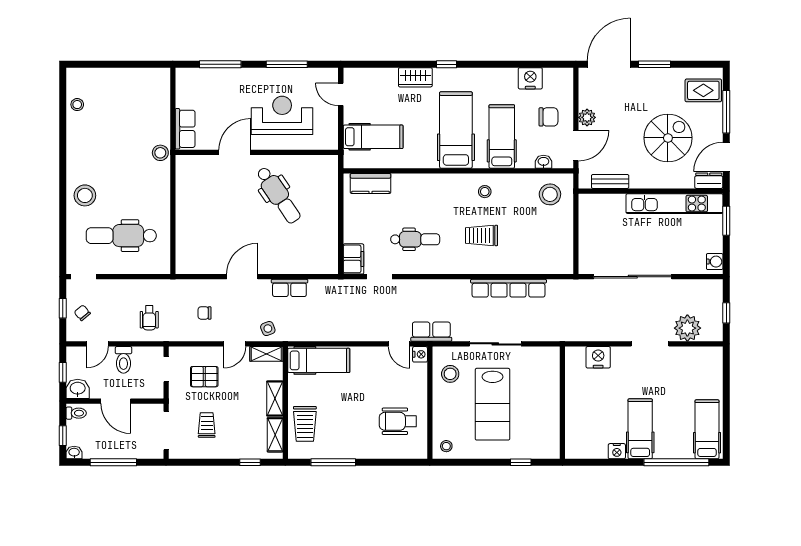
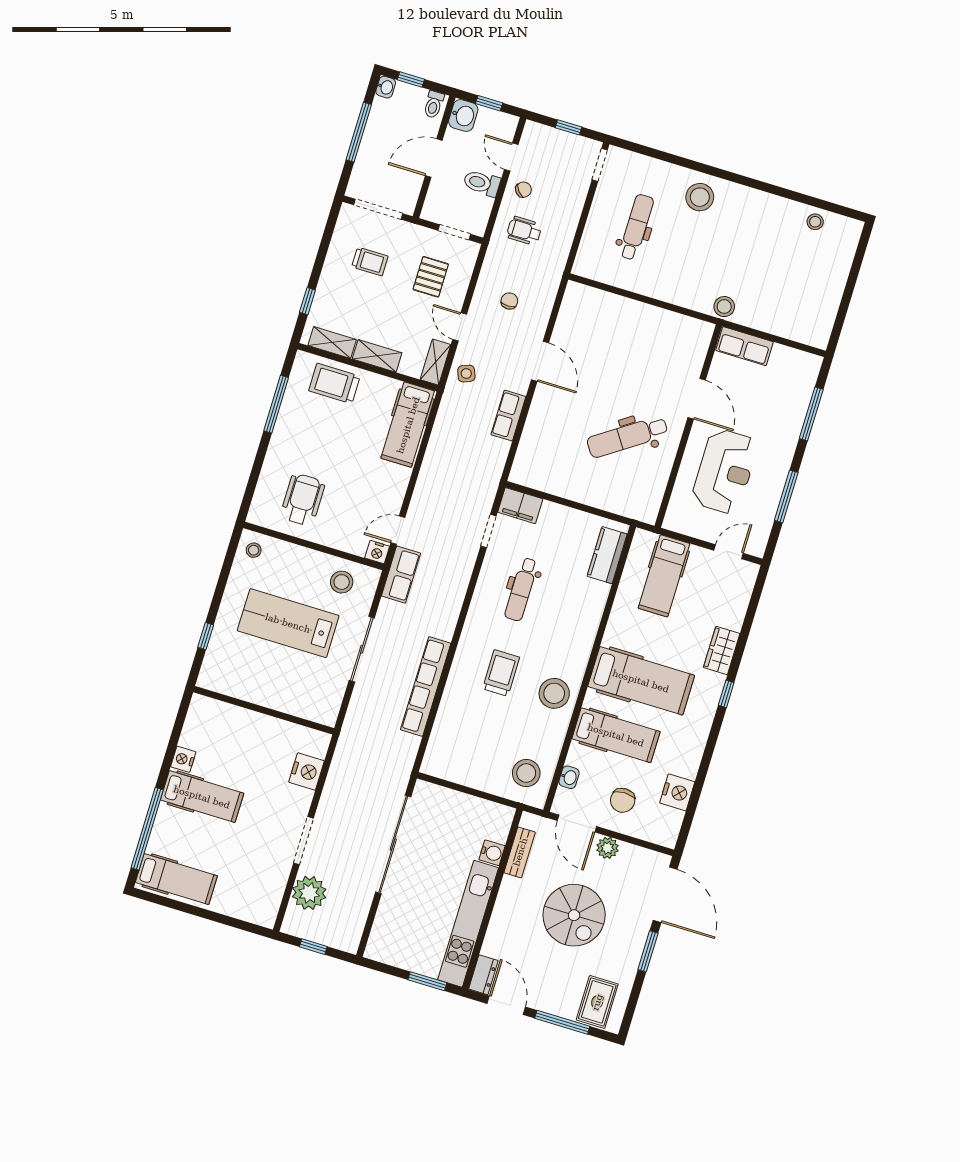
spiral stairs: (668, 138) -> (574, 915), moved
stool: (485, 192) -> (554, 693), width x1.89, depth x1.89
dental chair: (121, 236) -> (636, 227), width x0.73, depth x0.72
water cooler: (715, 262) -> (492, 853), moved, turned -90
chair: (82, 313) -> (523, 190), moved

